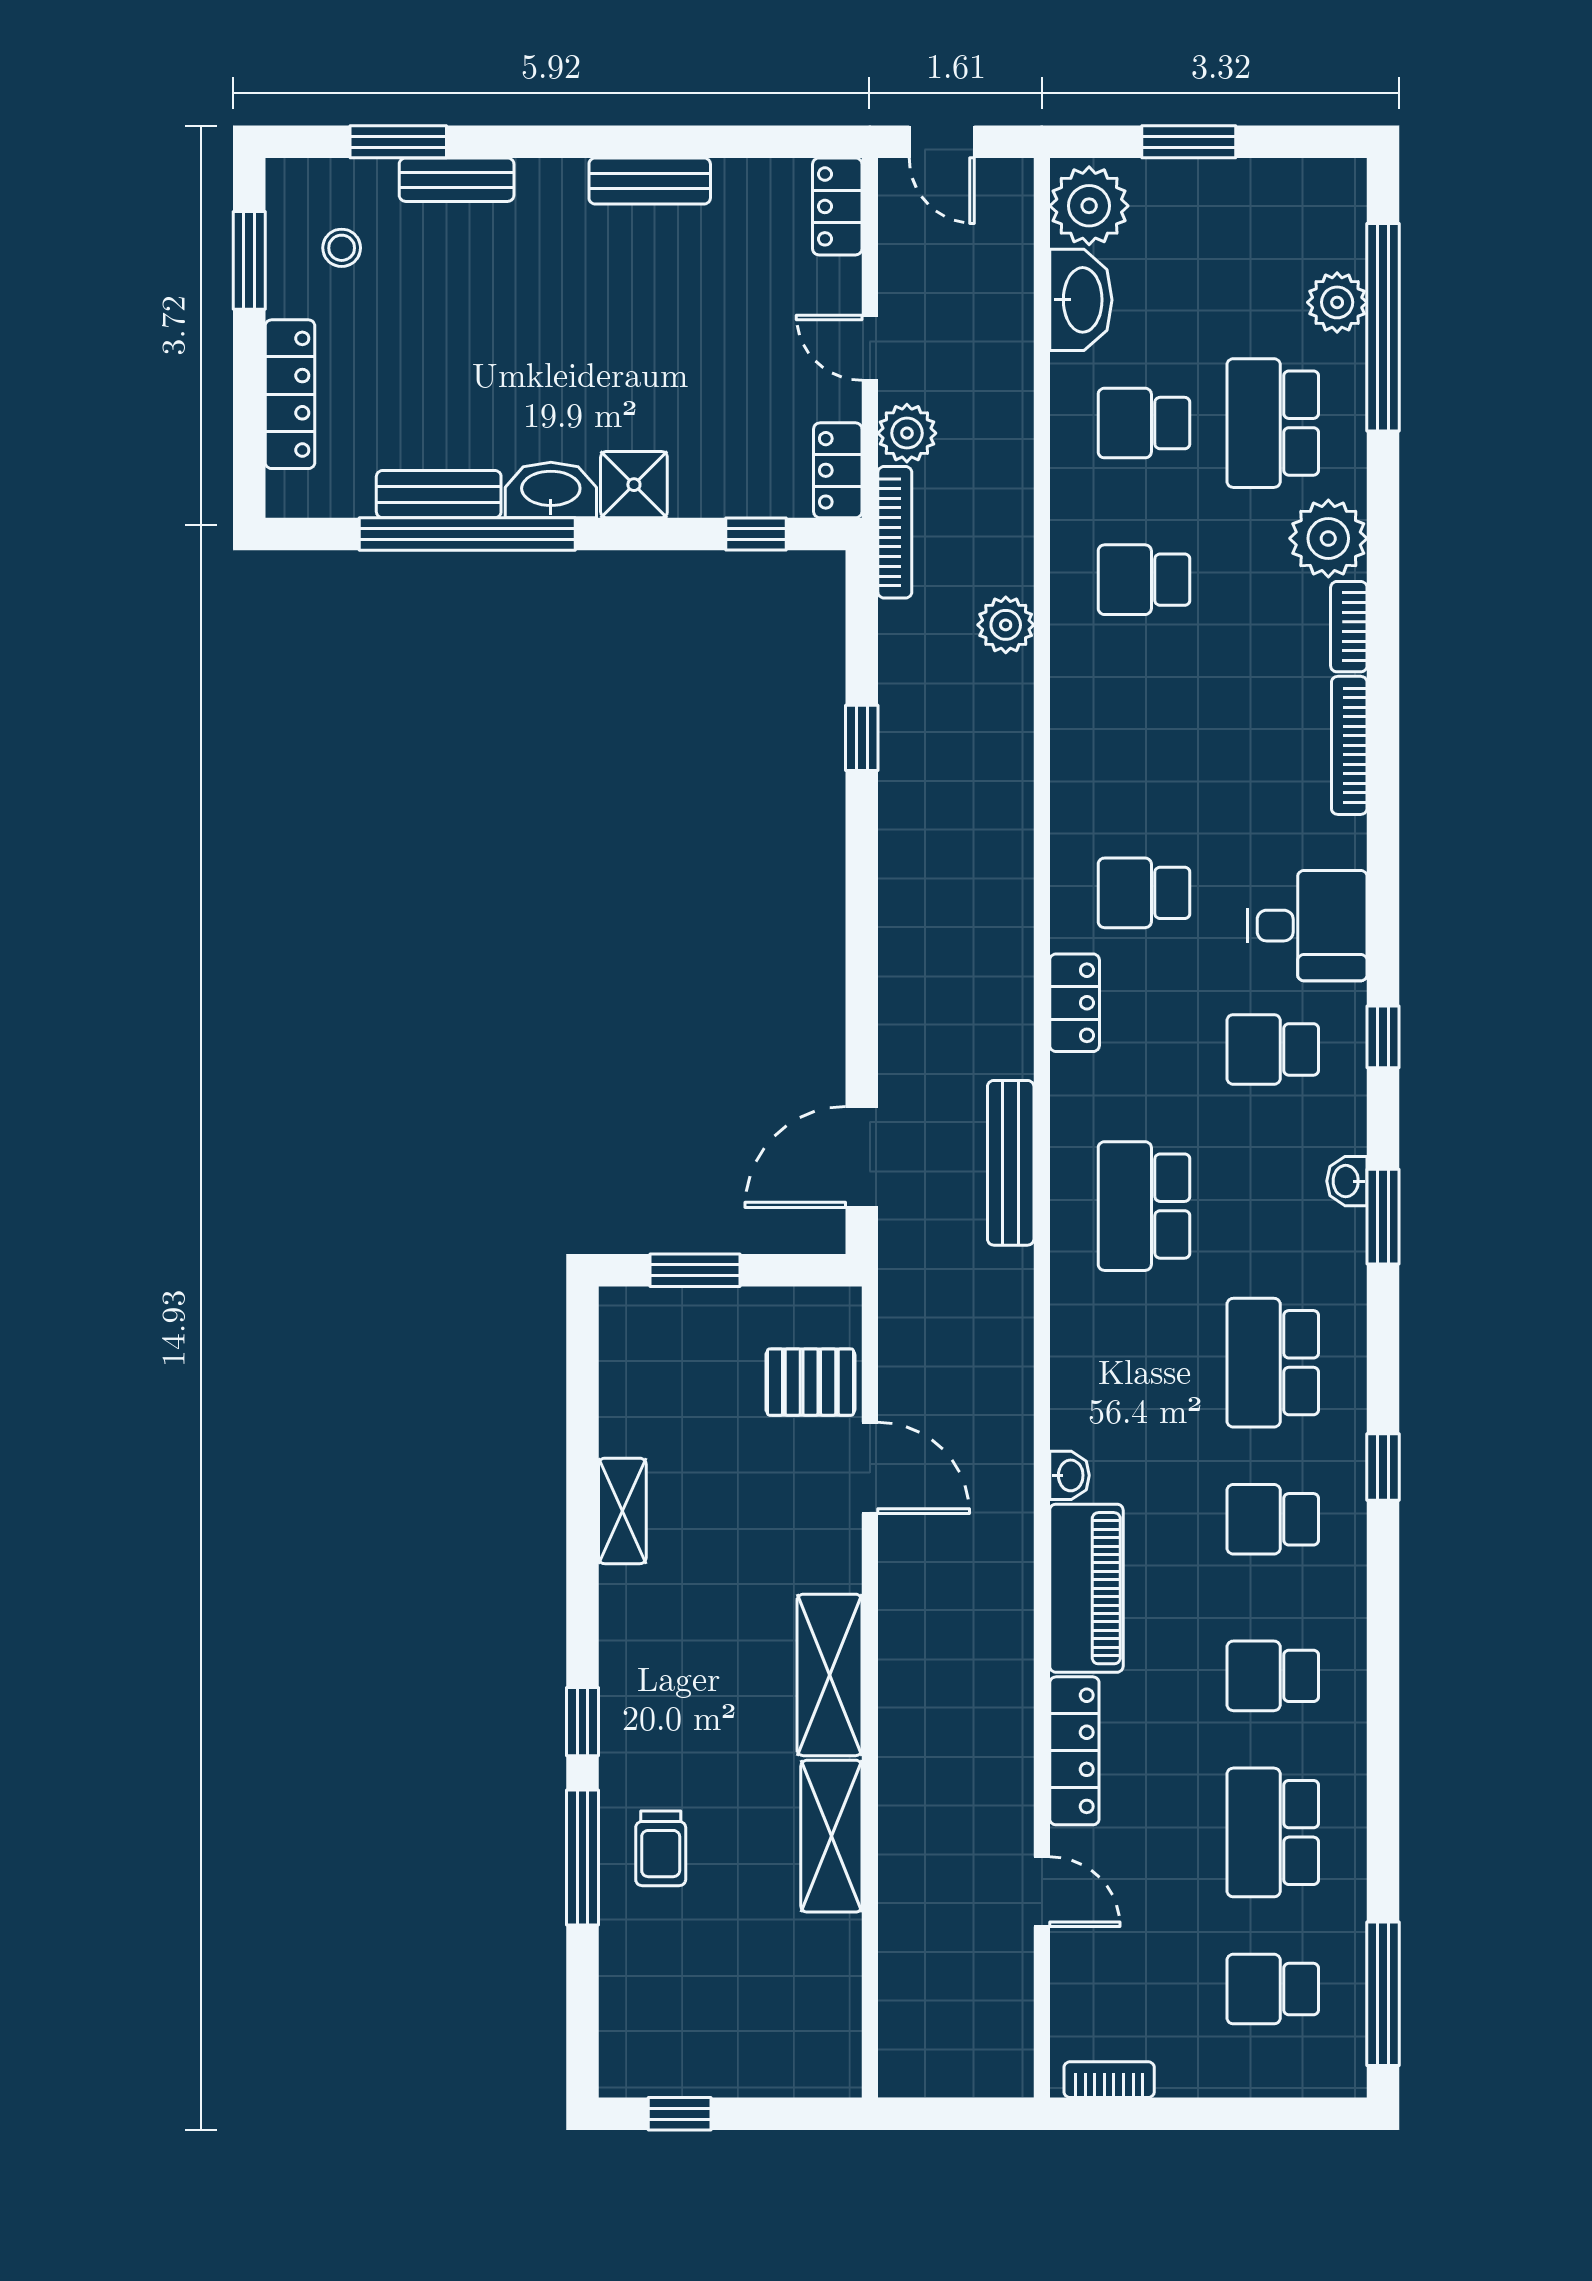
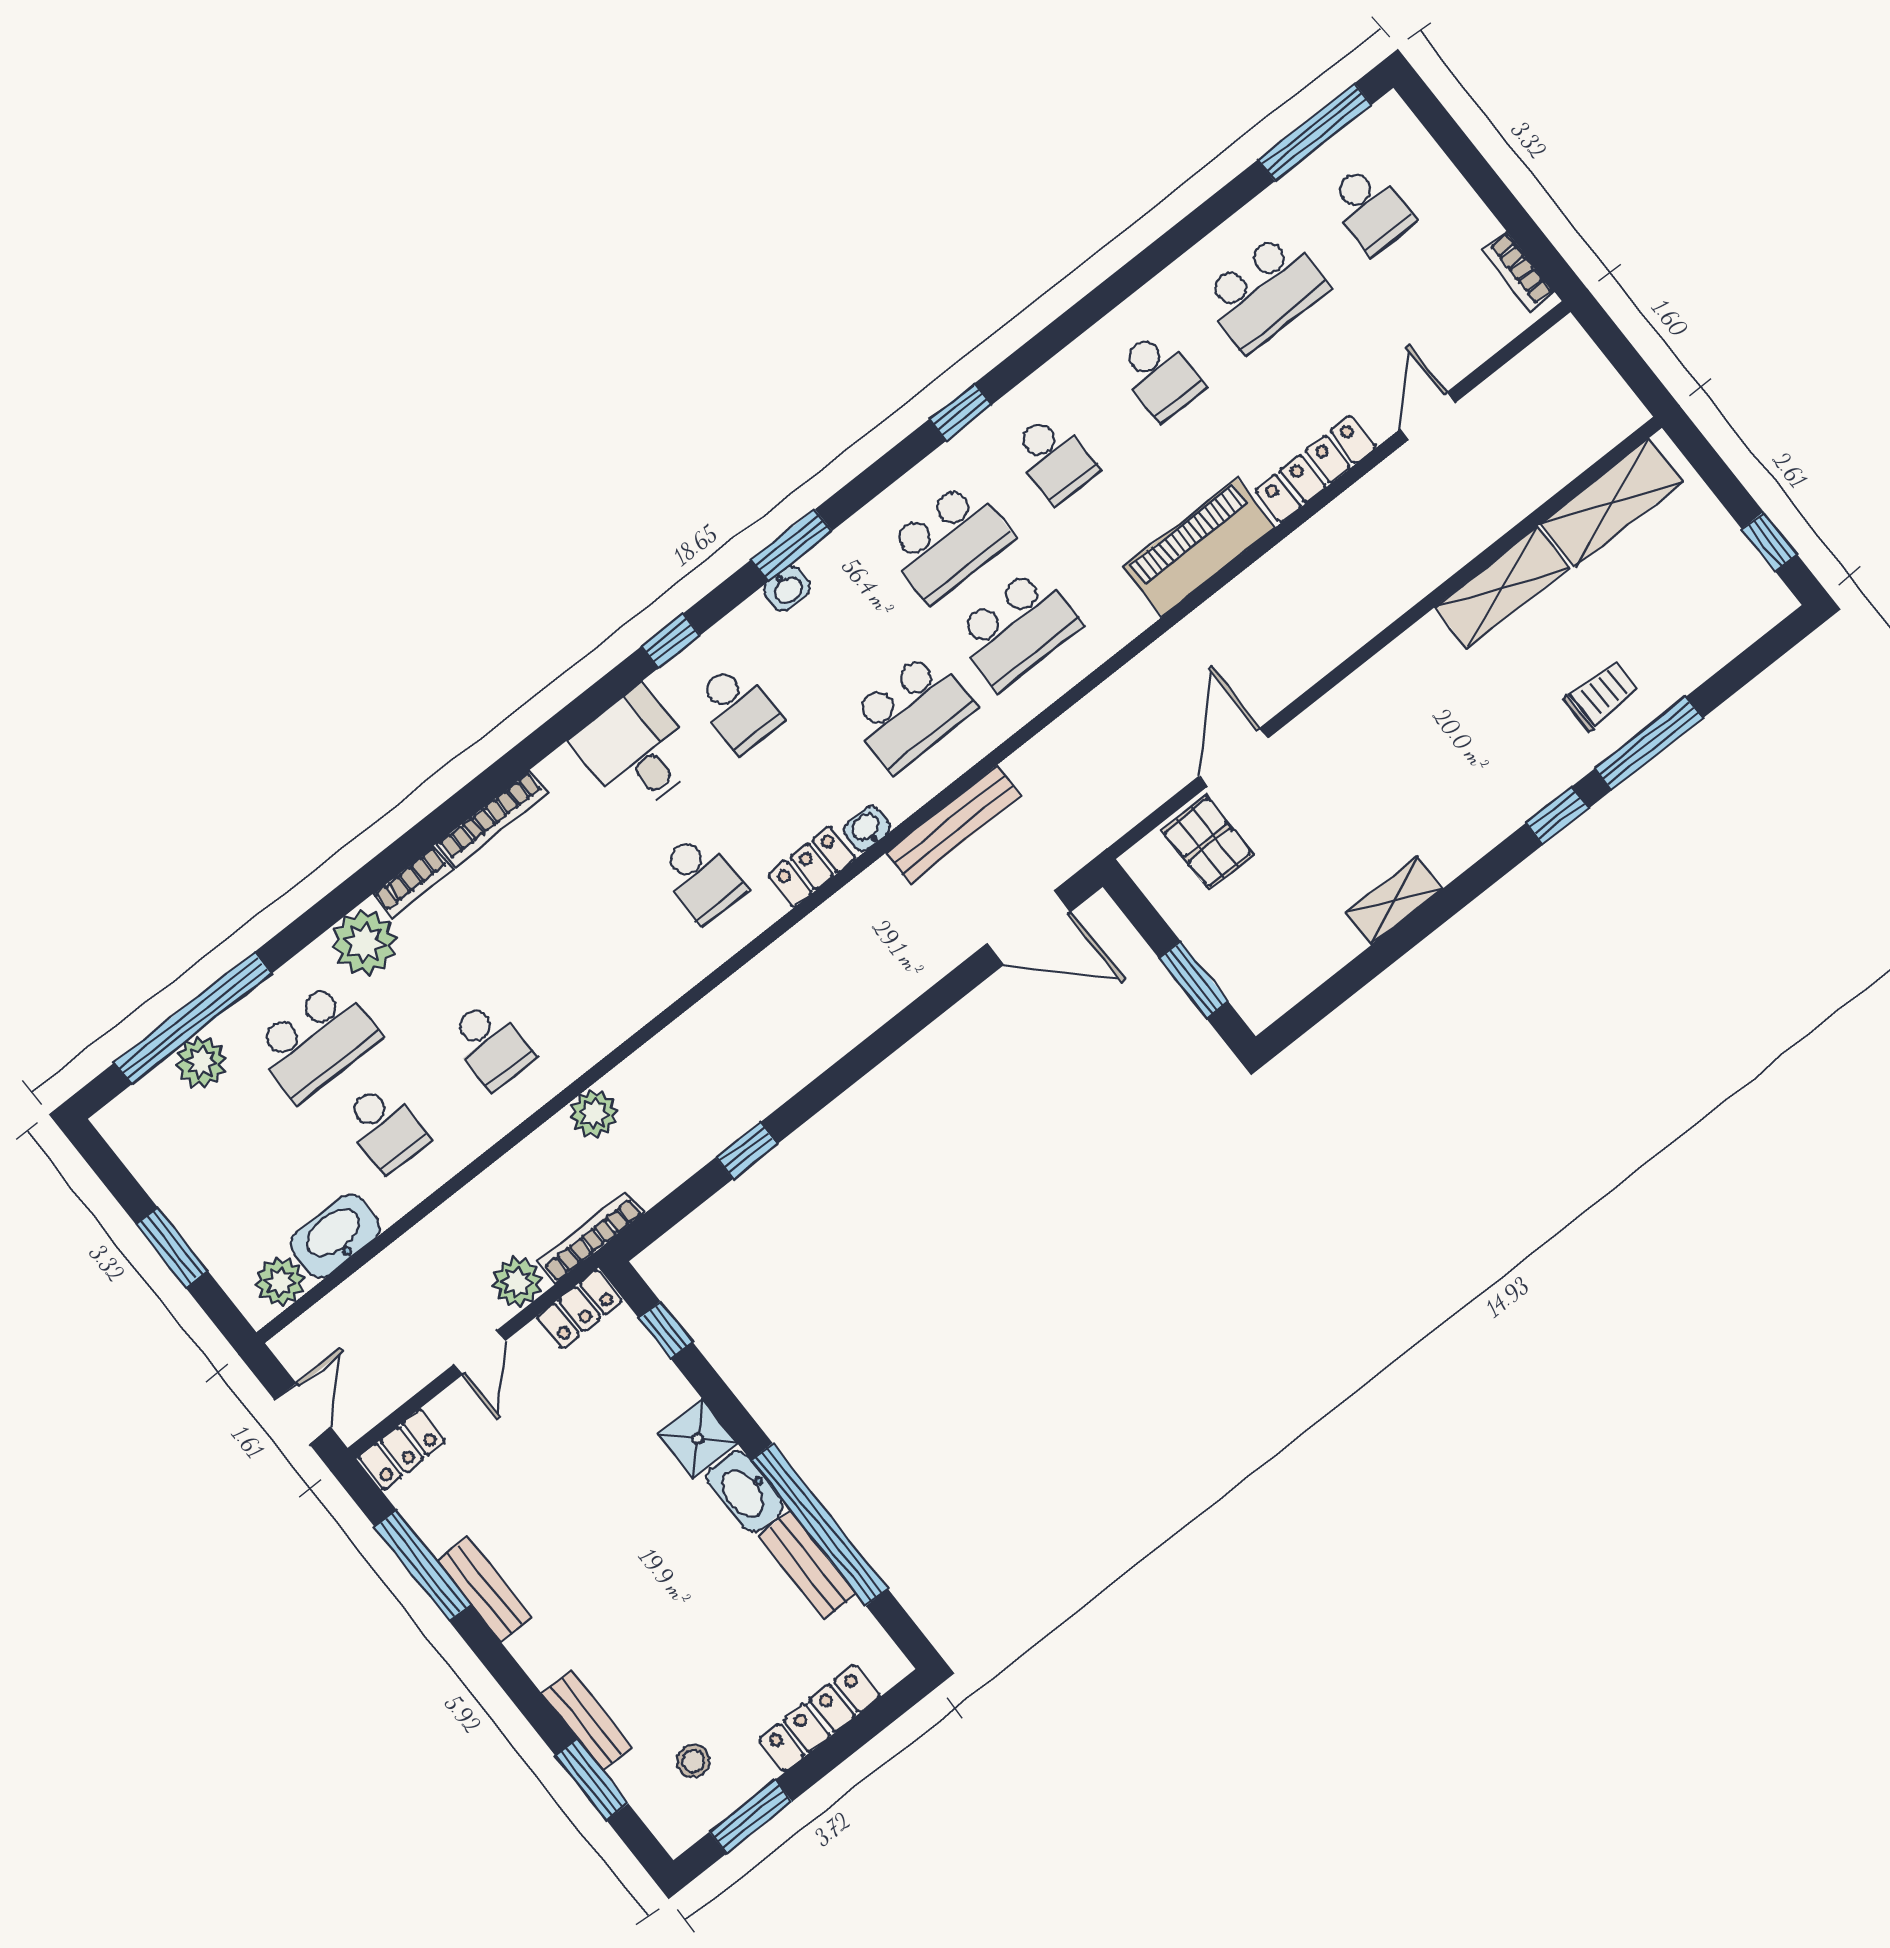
window: (716, 142) -> (423, 1566), added
plant: (1089, 206) -> (280, 1282), width x0.73, depth x0.73
school desk: (1144, 1363) -> (1017, 628), added
washbasin: (1070, 1475) -> (867, 829), moved
shelving: (829, 1675) -> (1612, 503), moved

